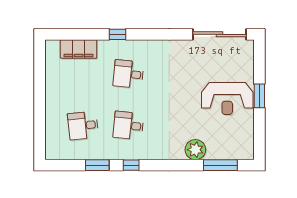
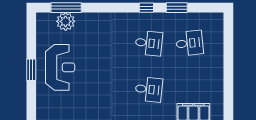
reception desk: (227, 98) -> (60, 67), turned 90
plant: (195, 150) -> (66, 21), moved

